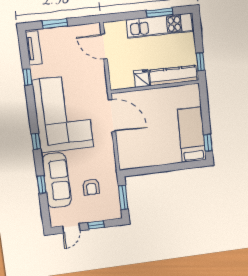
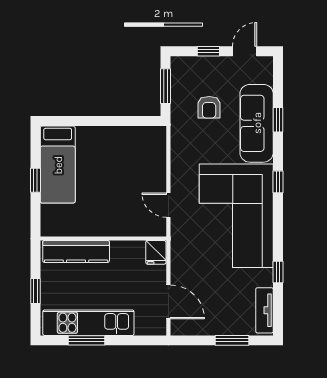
window: (200, 62) -> (35, 291), moved
fridge: (142, 78) -> (156, 252), moved
door: (112, 116) -> (168, 205), width x0.53
window: (208, 143) -> (35, 180), moved
armchair: (91, 187) -> (209, 107), turned 180

